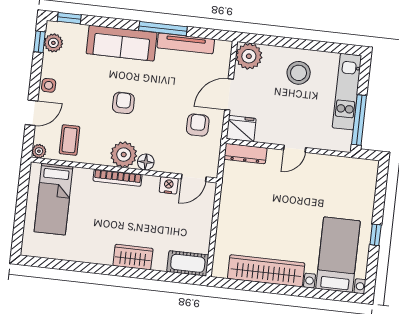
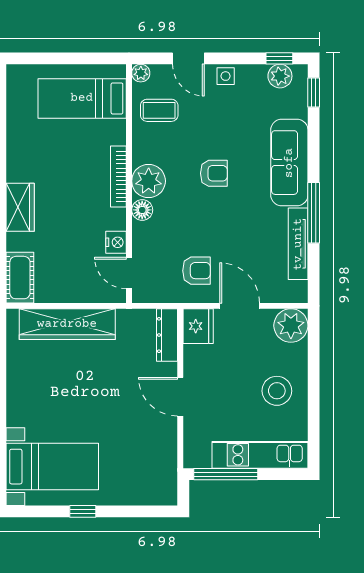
door: (295, 149) -> (180, 397), width x1.37
wardrobe: (266, 271) -> (67, 324), moved, turned 90

